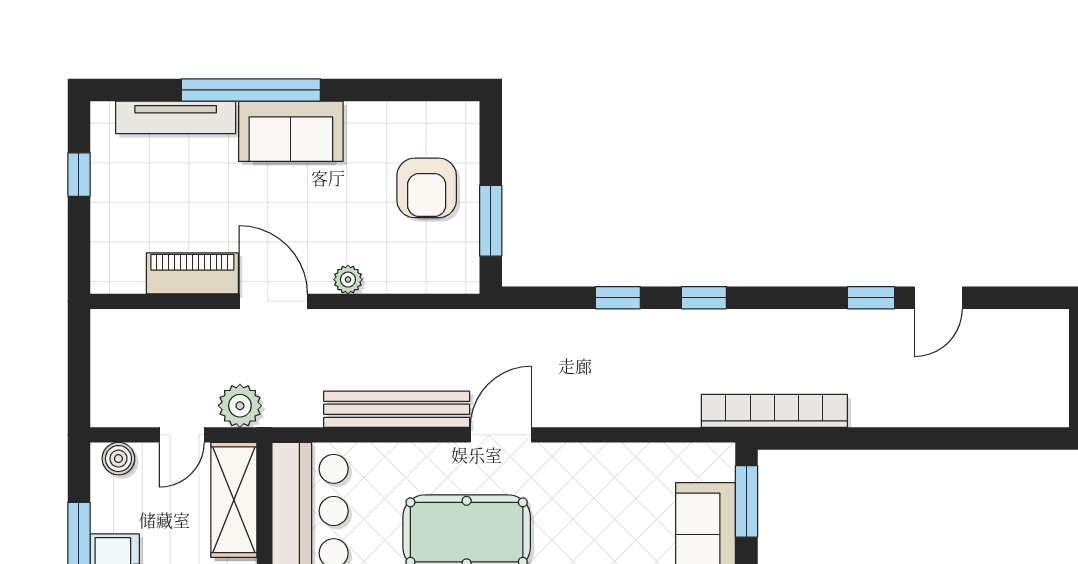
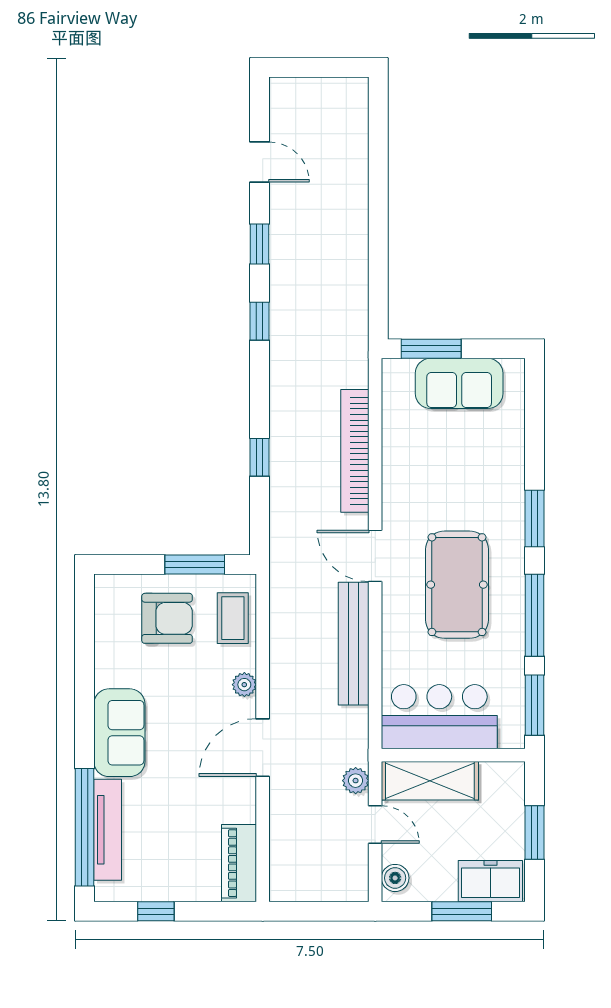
window: (251, 90) -> (85, 827), moved
coffee table: (427, 266) -> (233, 618), added
piano: (192, 273) -> (239, 863), moved
window: (704, 298) -> (260, 321), moved
door: (938, 298) -> (260, 162), moved
plant: (240, 406) -> (356, 781), width x0.73, depth x0.73
bookcase: (774, 411) -> (355, 451), moved

